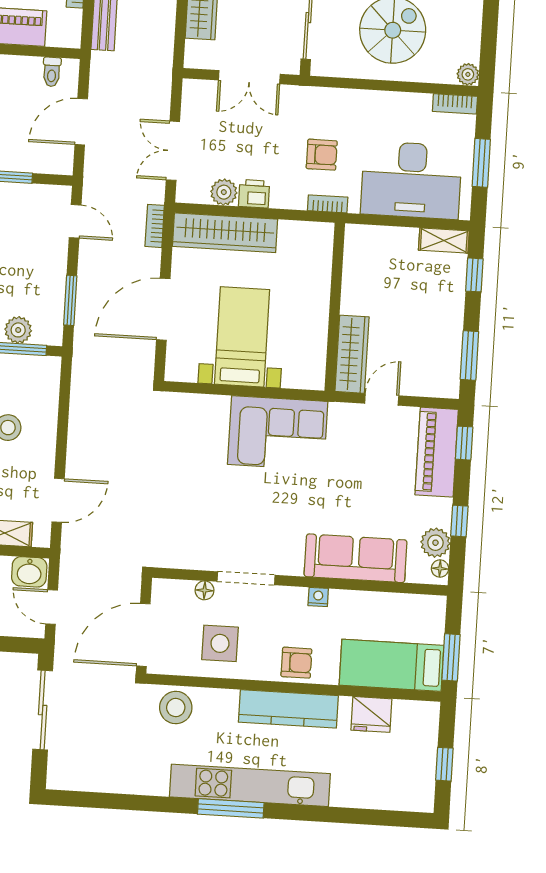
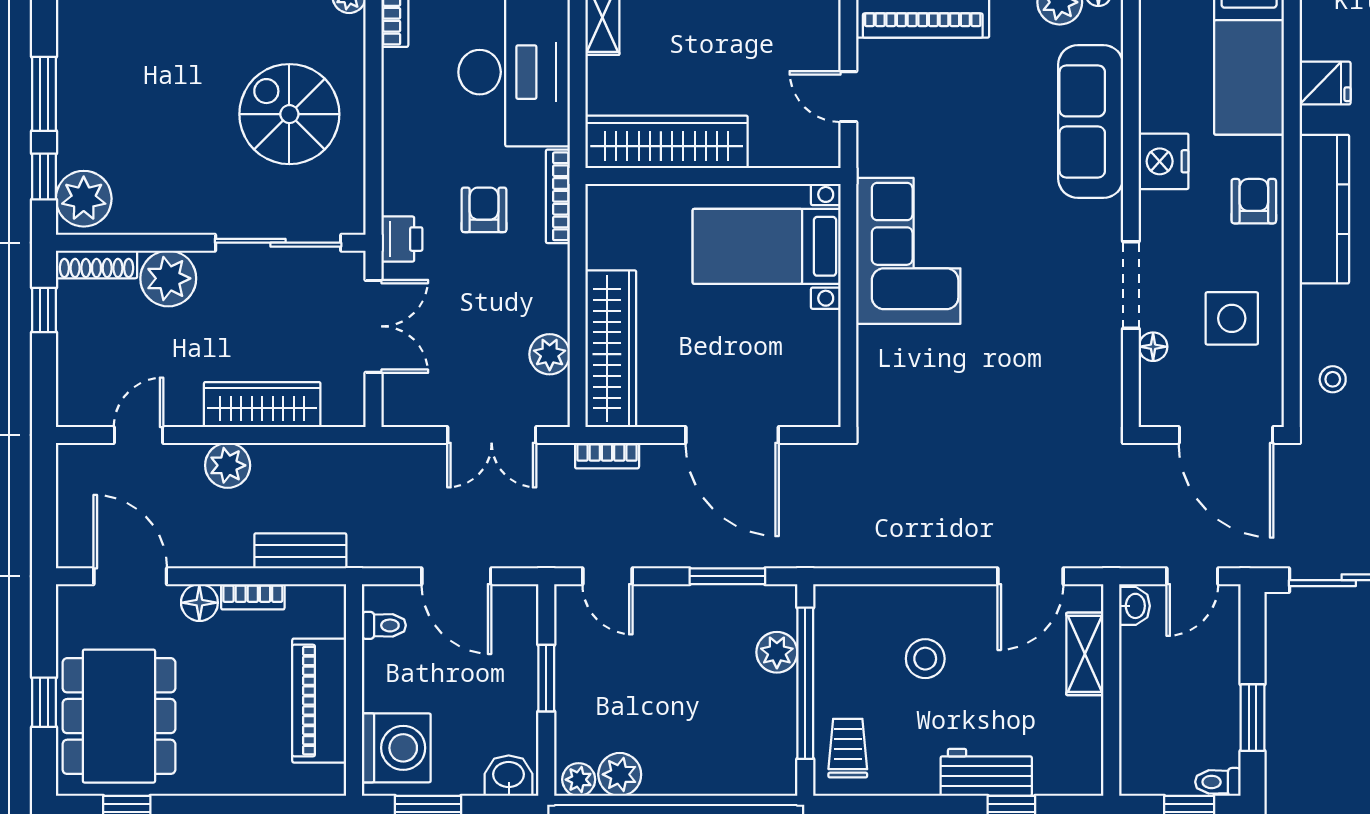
printer: (254, 194) -> (402, 239), moved, turned 180
bookcase: (328, 204) -> (558, 196), width x1.56
door: (75, 221) -> (607, 576), swing flipped
bed with nightstands: (242, 337) -> (767, 246), moved
wardrobe: (352, 354) -> (667, 142), moved, width x1.40, depth x1.17
door: (58, 500) -> (1031, 576), swing flipped
washbasin: (29, 572) -> (1134, 606), width x0.72, depth x0.69
nightstand: (318, 597) -> (1164, 161), width x1.89, depth x1.79
stool: (176, 708) -> (1333, 379), width x0.53, depth x0.53
fridge: (371, 714) -> (1325, 83), width x0.72

